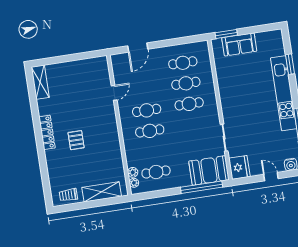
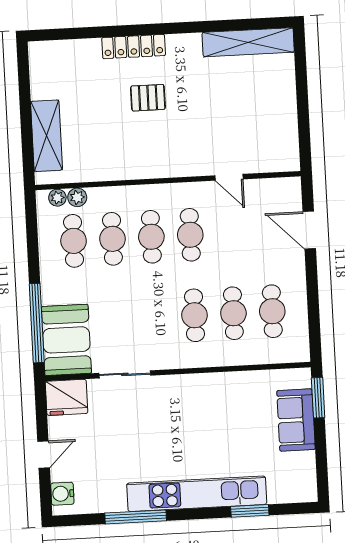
shelving: (40, 82) -> (248, 42), width x1.47
locker: (47, 132) -> (134, 47), moved
cafe table: (153, 151) -> (112, 239), added
trolley: (68, 195) -> (47, 73), removed

